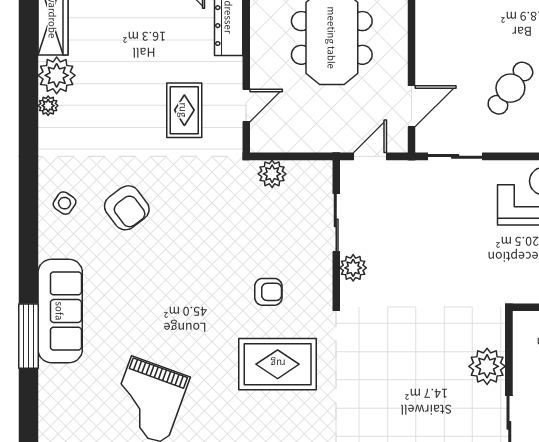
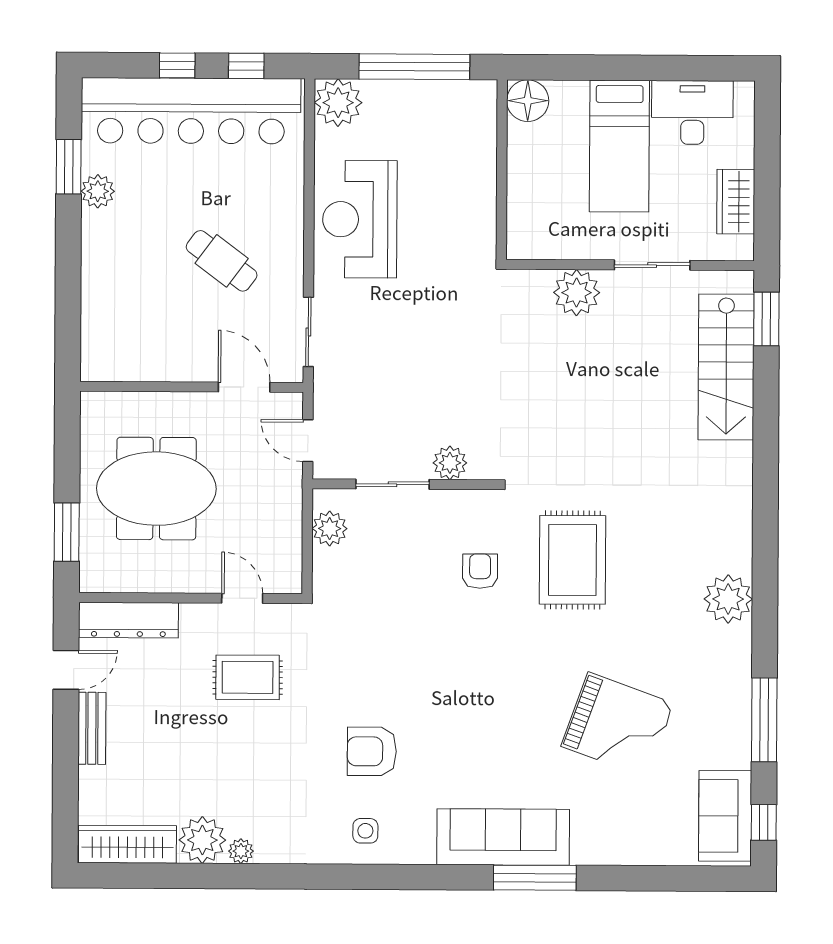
plant: (272, 174) -> (330, 529), moved
side table: (65, 203) -> (365, 831), turned -34
armchair: (127, 208) -> (372, 751), turned -143

